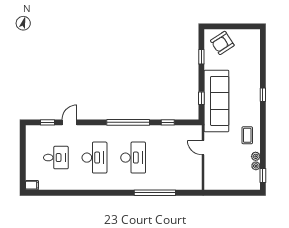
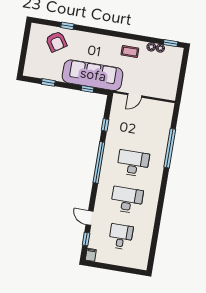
armchair: (222, 43) -> (56, 42), moved
window: (263, 95) -> (67, 26), moved
filing cabinet: (32, 185) -> (91, 255), moved

